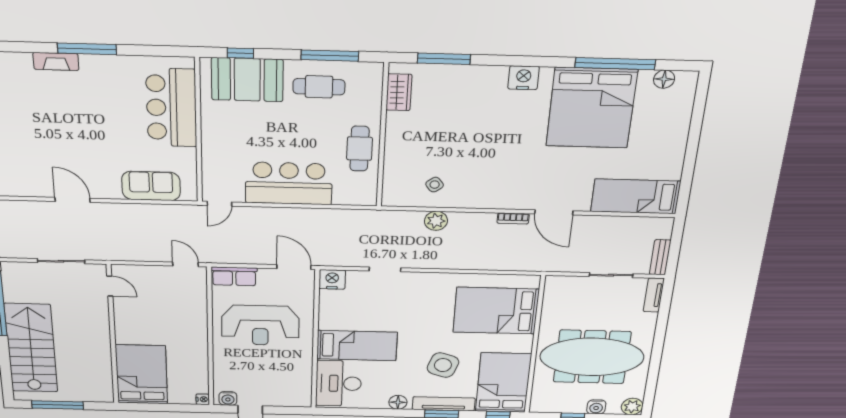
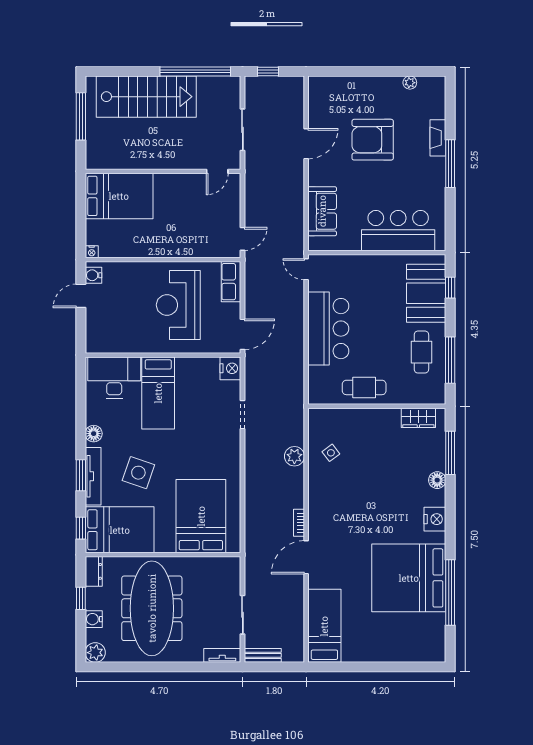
floor lamp: (664, 79) -> (437, 480), moved
armchair: (63, 132) -> (373, 140), added
dresser: (545, 406) -> (94, 571), added

